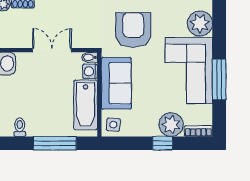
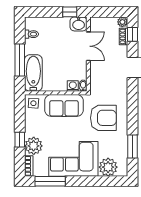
double door: (52, 50) -> (88, 46), moved
window: (219, 80) -> (50, 181), moved
bathtub: (86, 105) -> (33, 73), moved, turned 90

